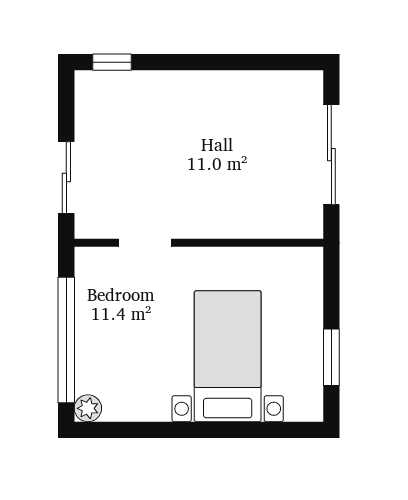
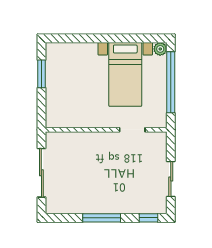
window: (208, 62) -> (102, 218), added
sliding door: (66, 178) -> (171, 179), moved
bed with nightstands: (228, 356) -> (125, 74), moved

